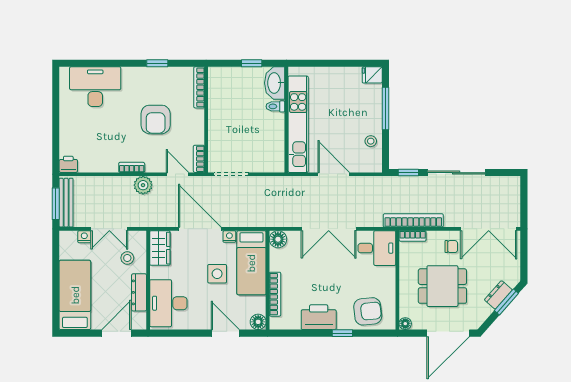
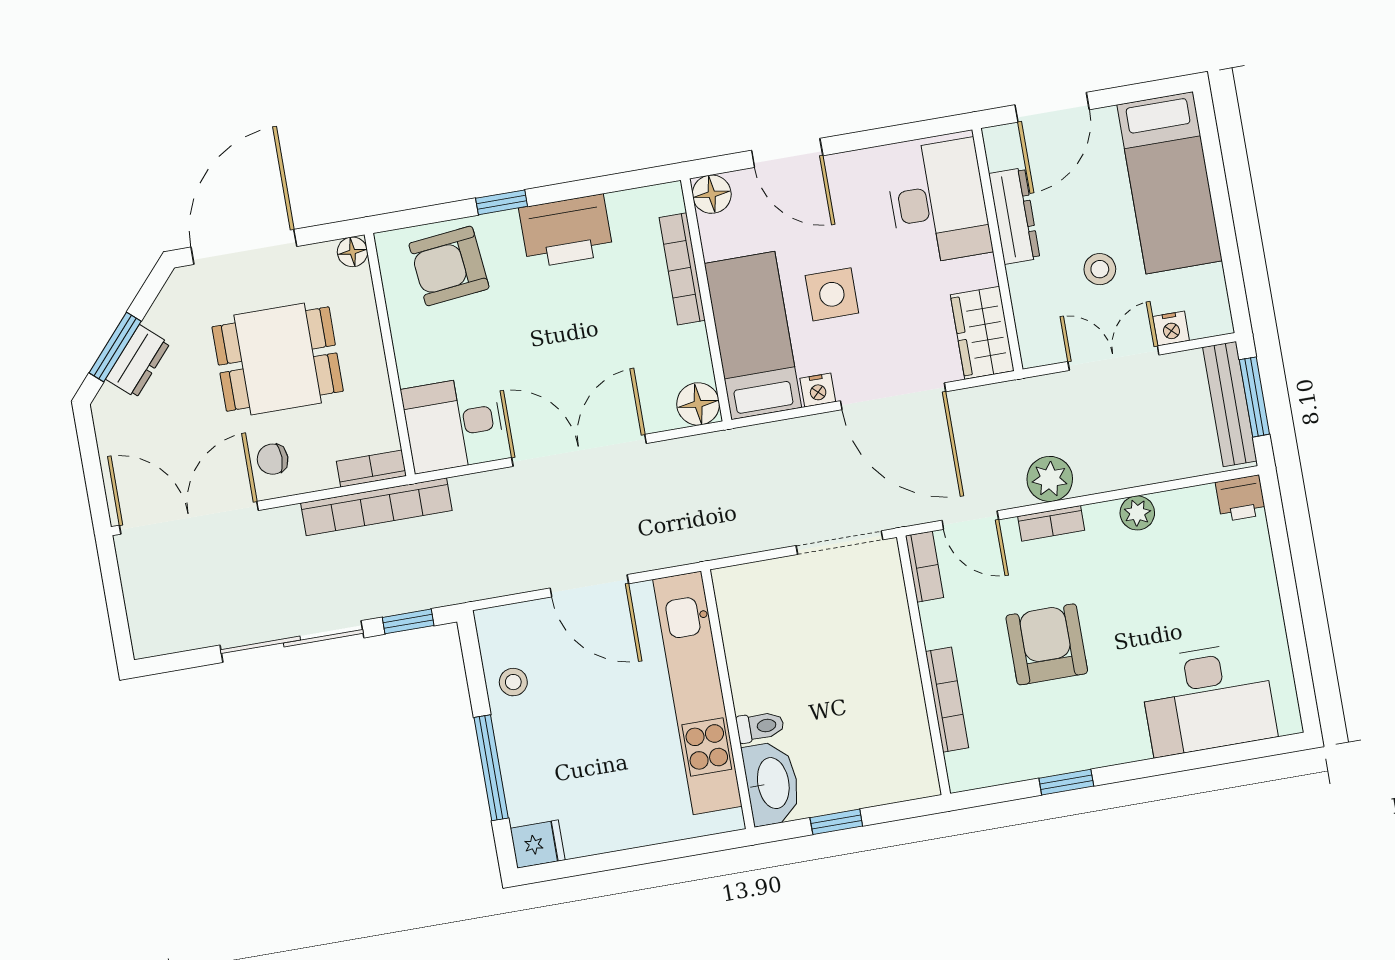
bookcase: (199, 87) -> (947, 700), moved
plant: (110, 166) -> (1137, 513), added
bookcase: (132, 167) -> (1051, 523), moved
stool: (127, 258) -> (1100, 269), moved

